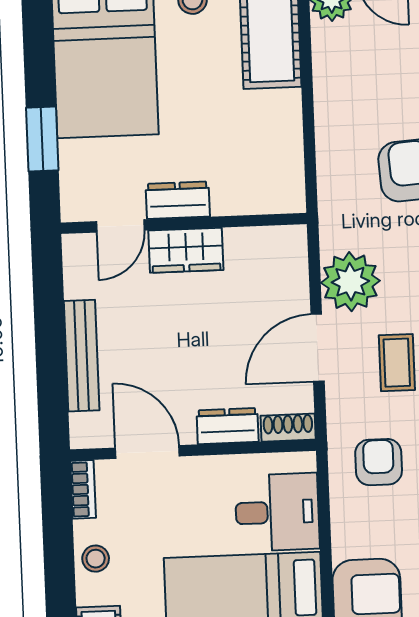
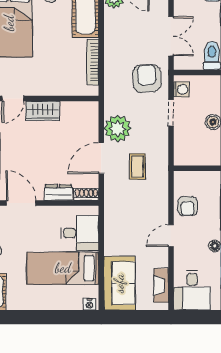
bookcase: (291, 140) -> (93, 62), added
dresser: (178, 200) -> (40, 88), removed
armchair: (379, 462) -> (127, 212), removed

